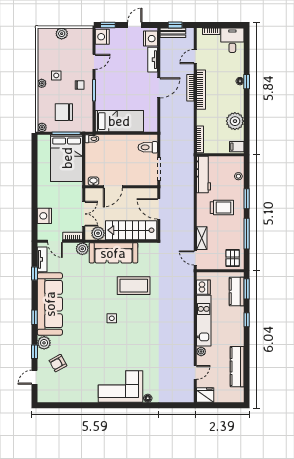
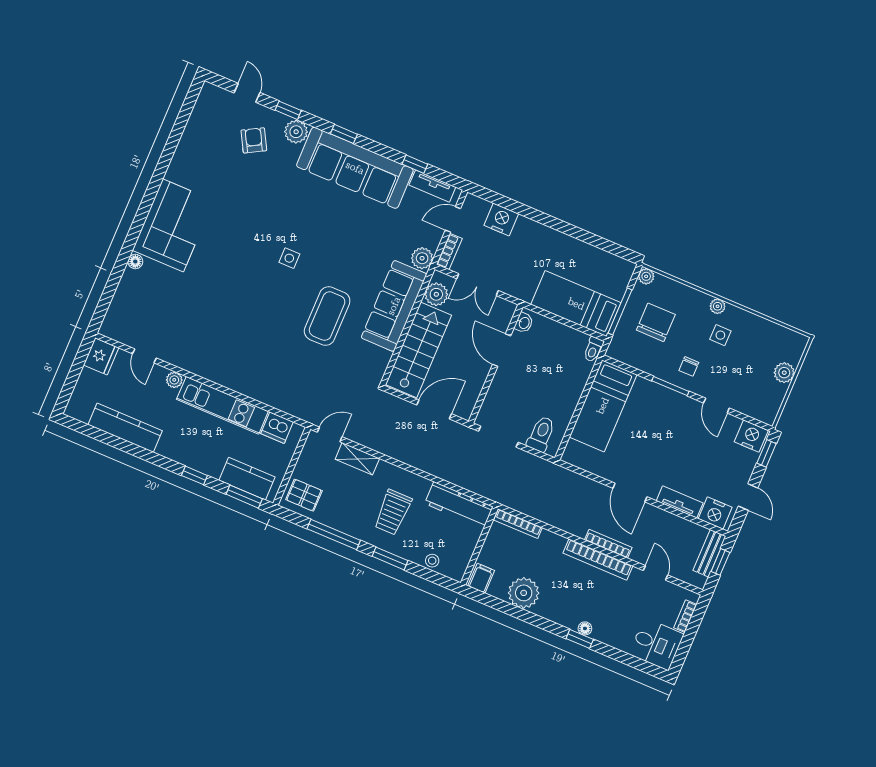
bed: (67, 158) -> (576, 304), width x0.67

